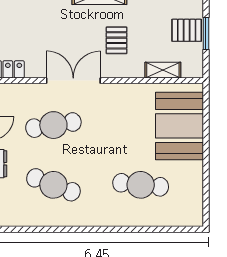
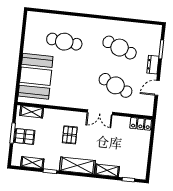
shelving: (163, 70) -> (32, 112), moved
double door: (73, 81) -> (100, 112), width x0.73
cafe table: (53, 125) -> (116, 85), turned 33

